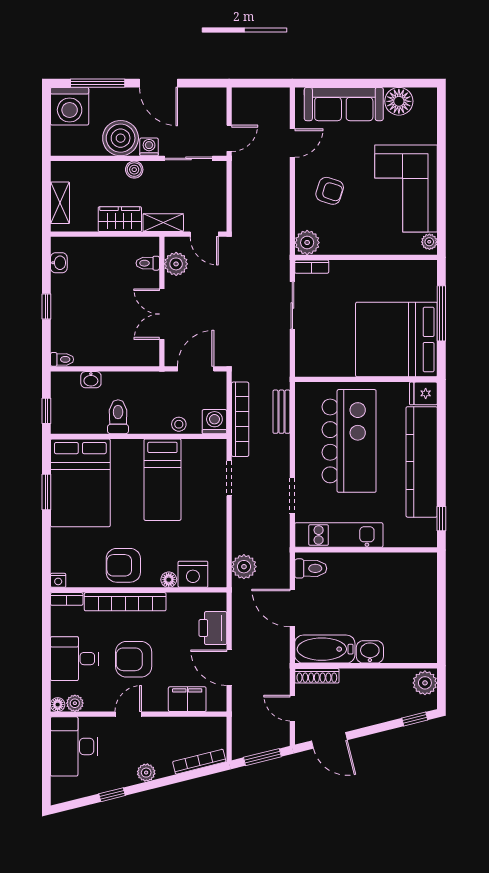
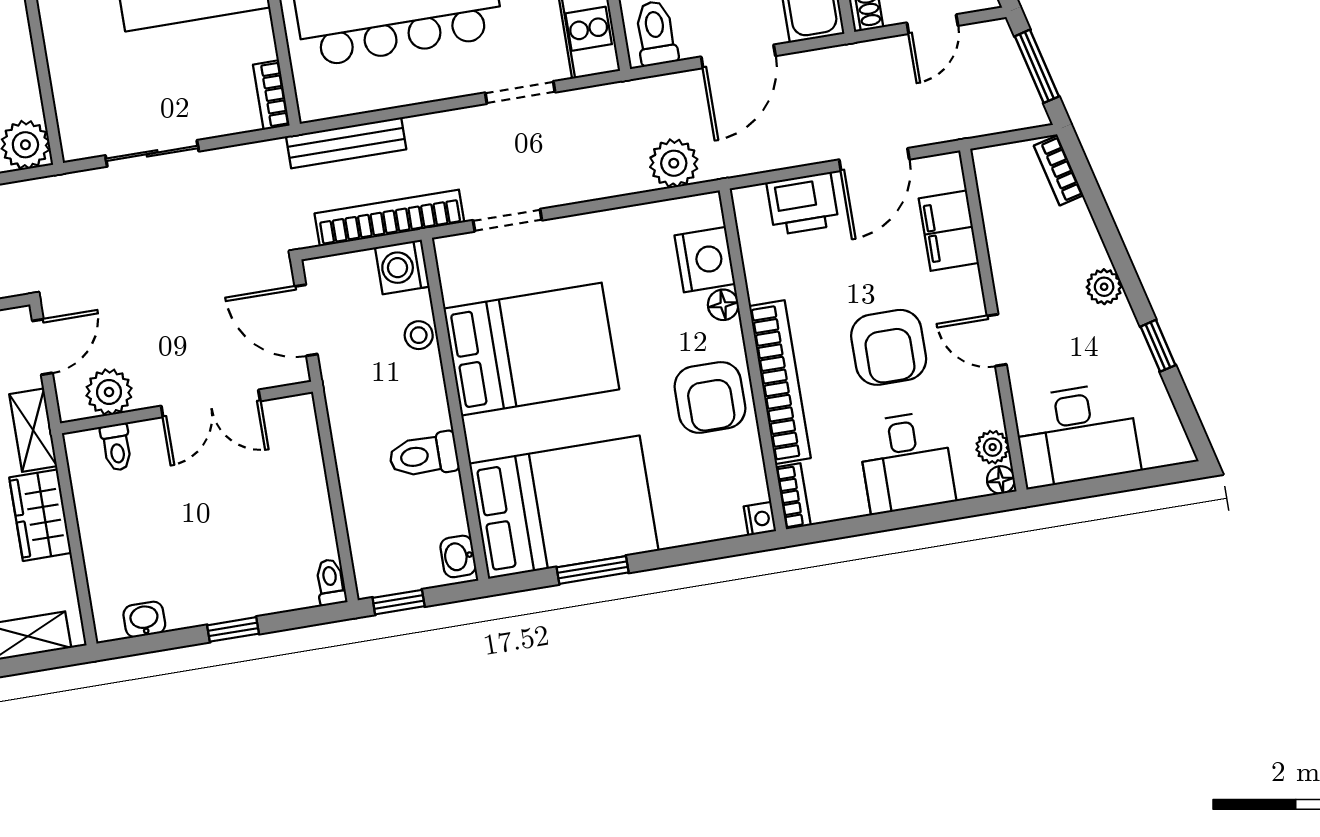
bookcase: (312, 267) -> (271, 95), moved, turned 180
washbasin: (91, 380) -> (458, 556), moved, turned 180
window: (46, 411) -> (399, 602), moved
bench: (281, 412) -> (346, 143), width x1.36
bed: (162, 480) -> (531, 349), width x1.50
bookcase: (199, 762) -> (1059, 170), width x0.64

